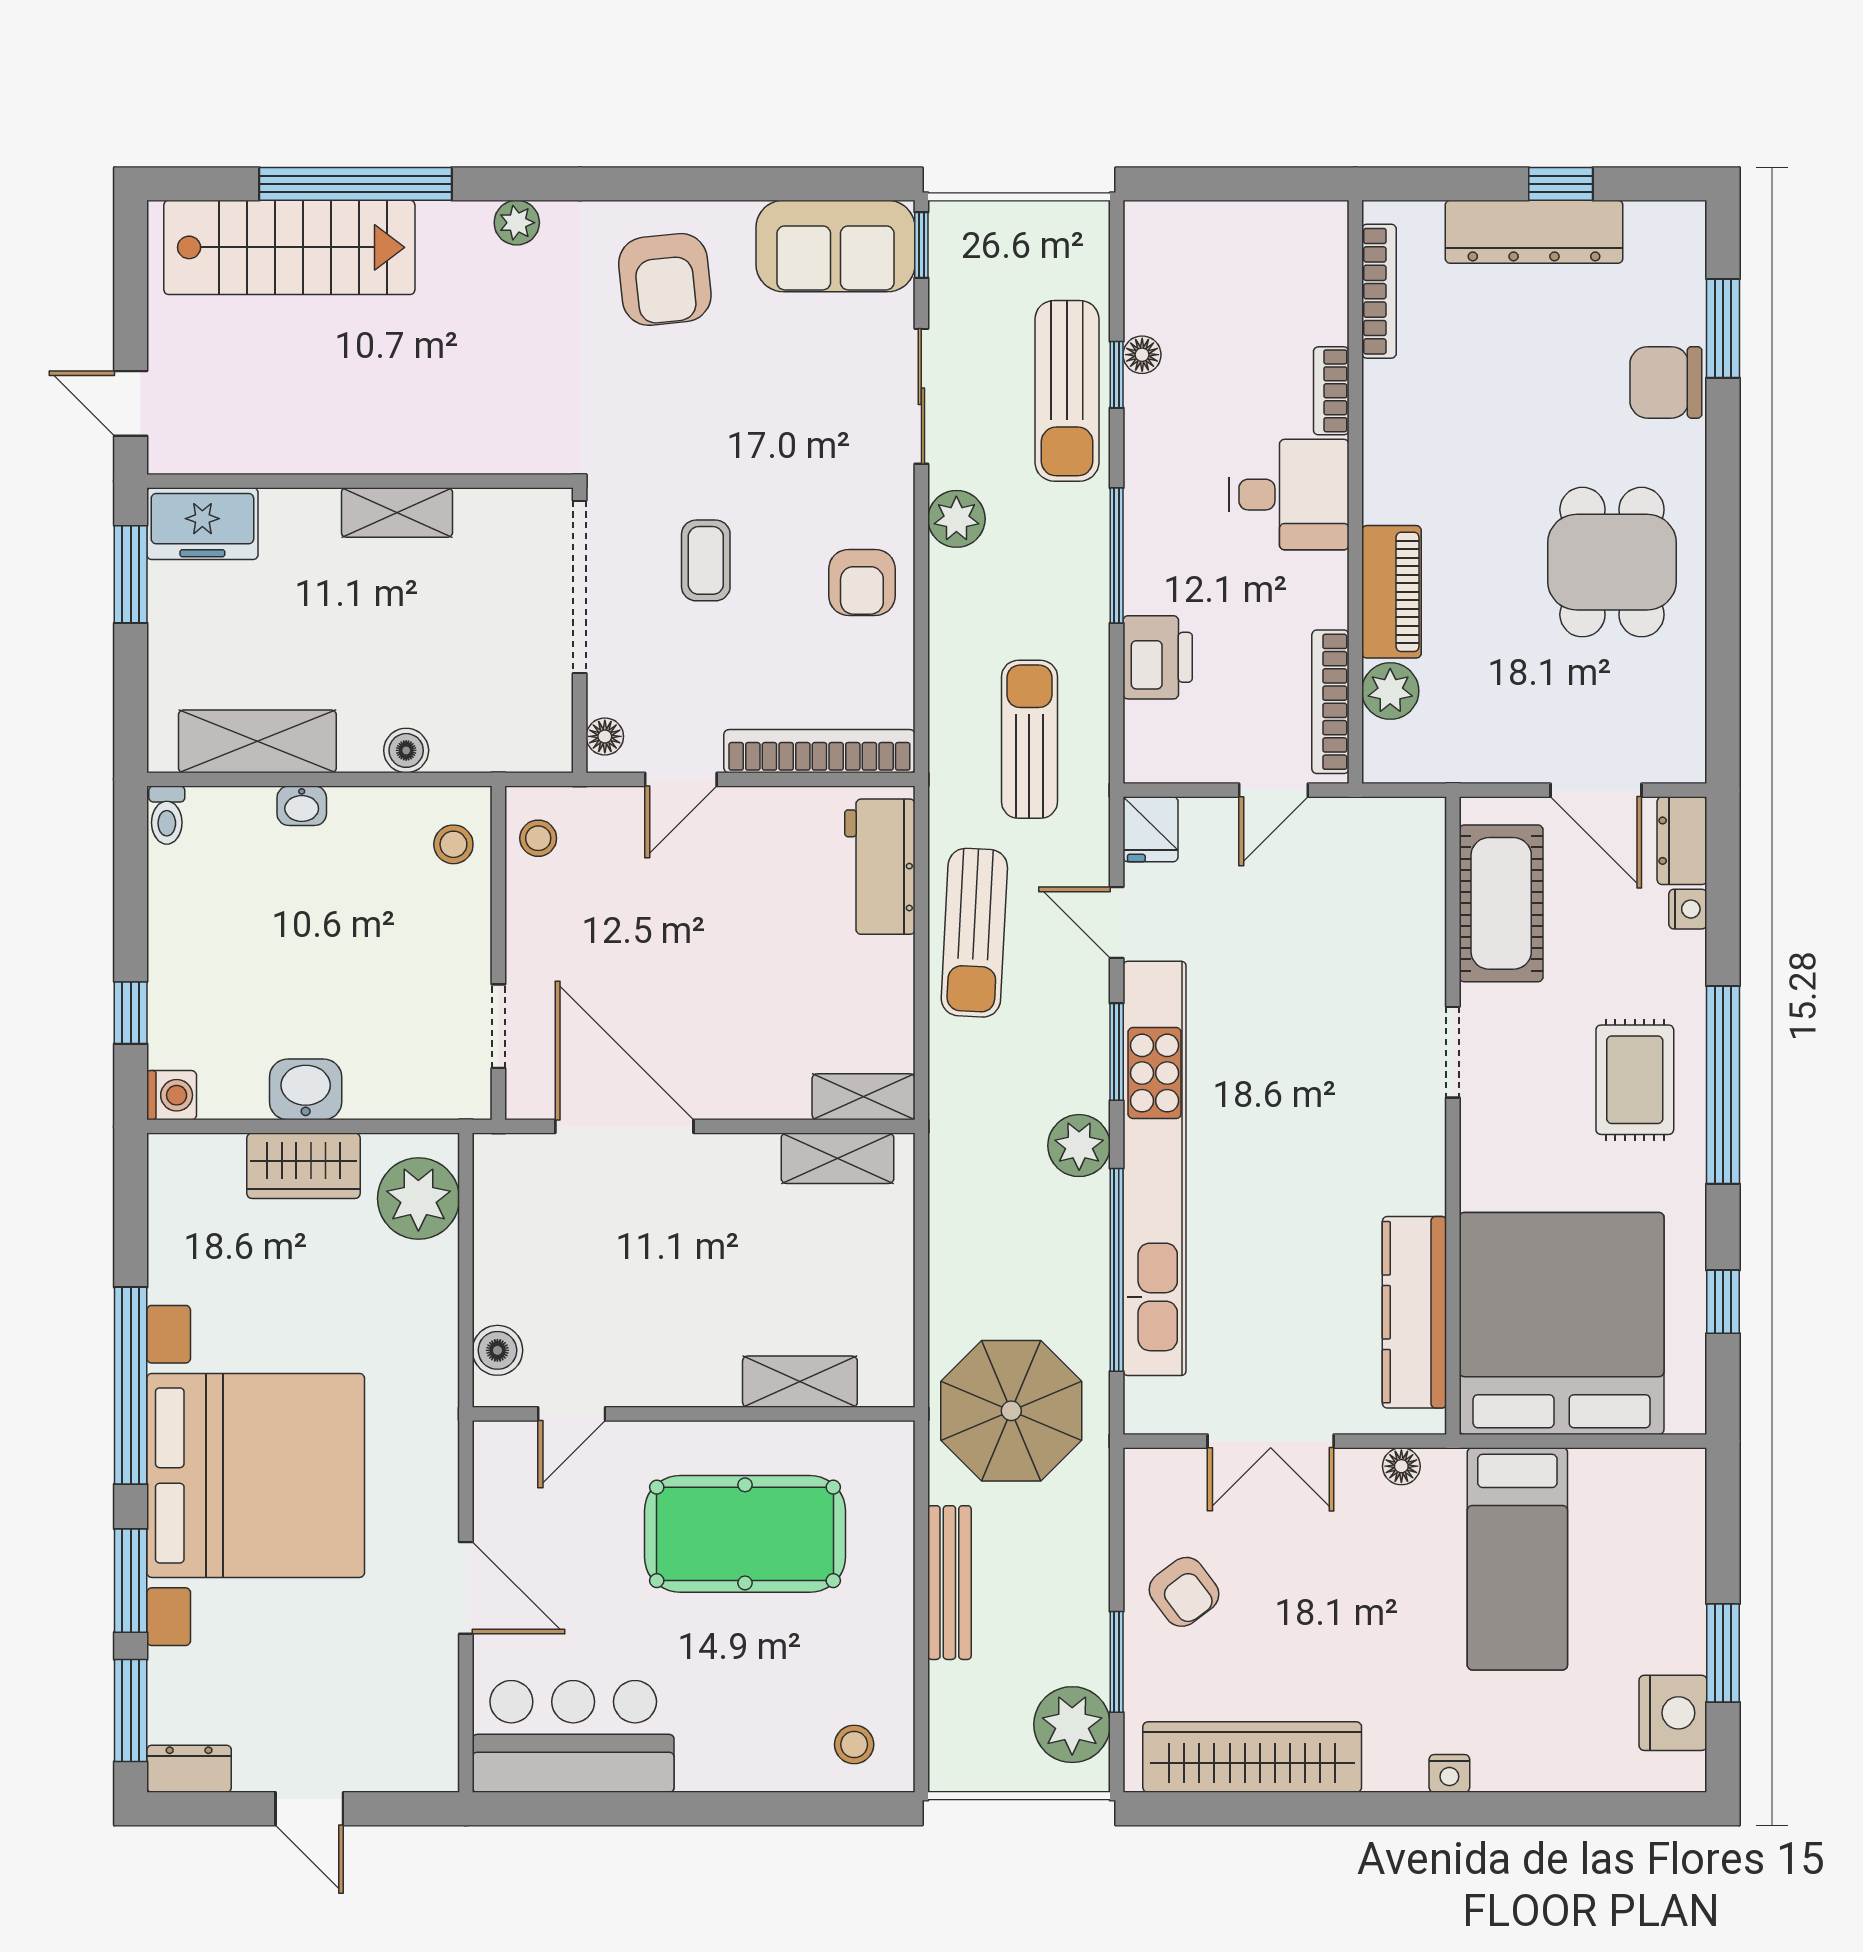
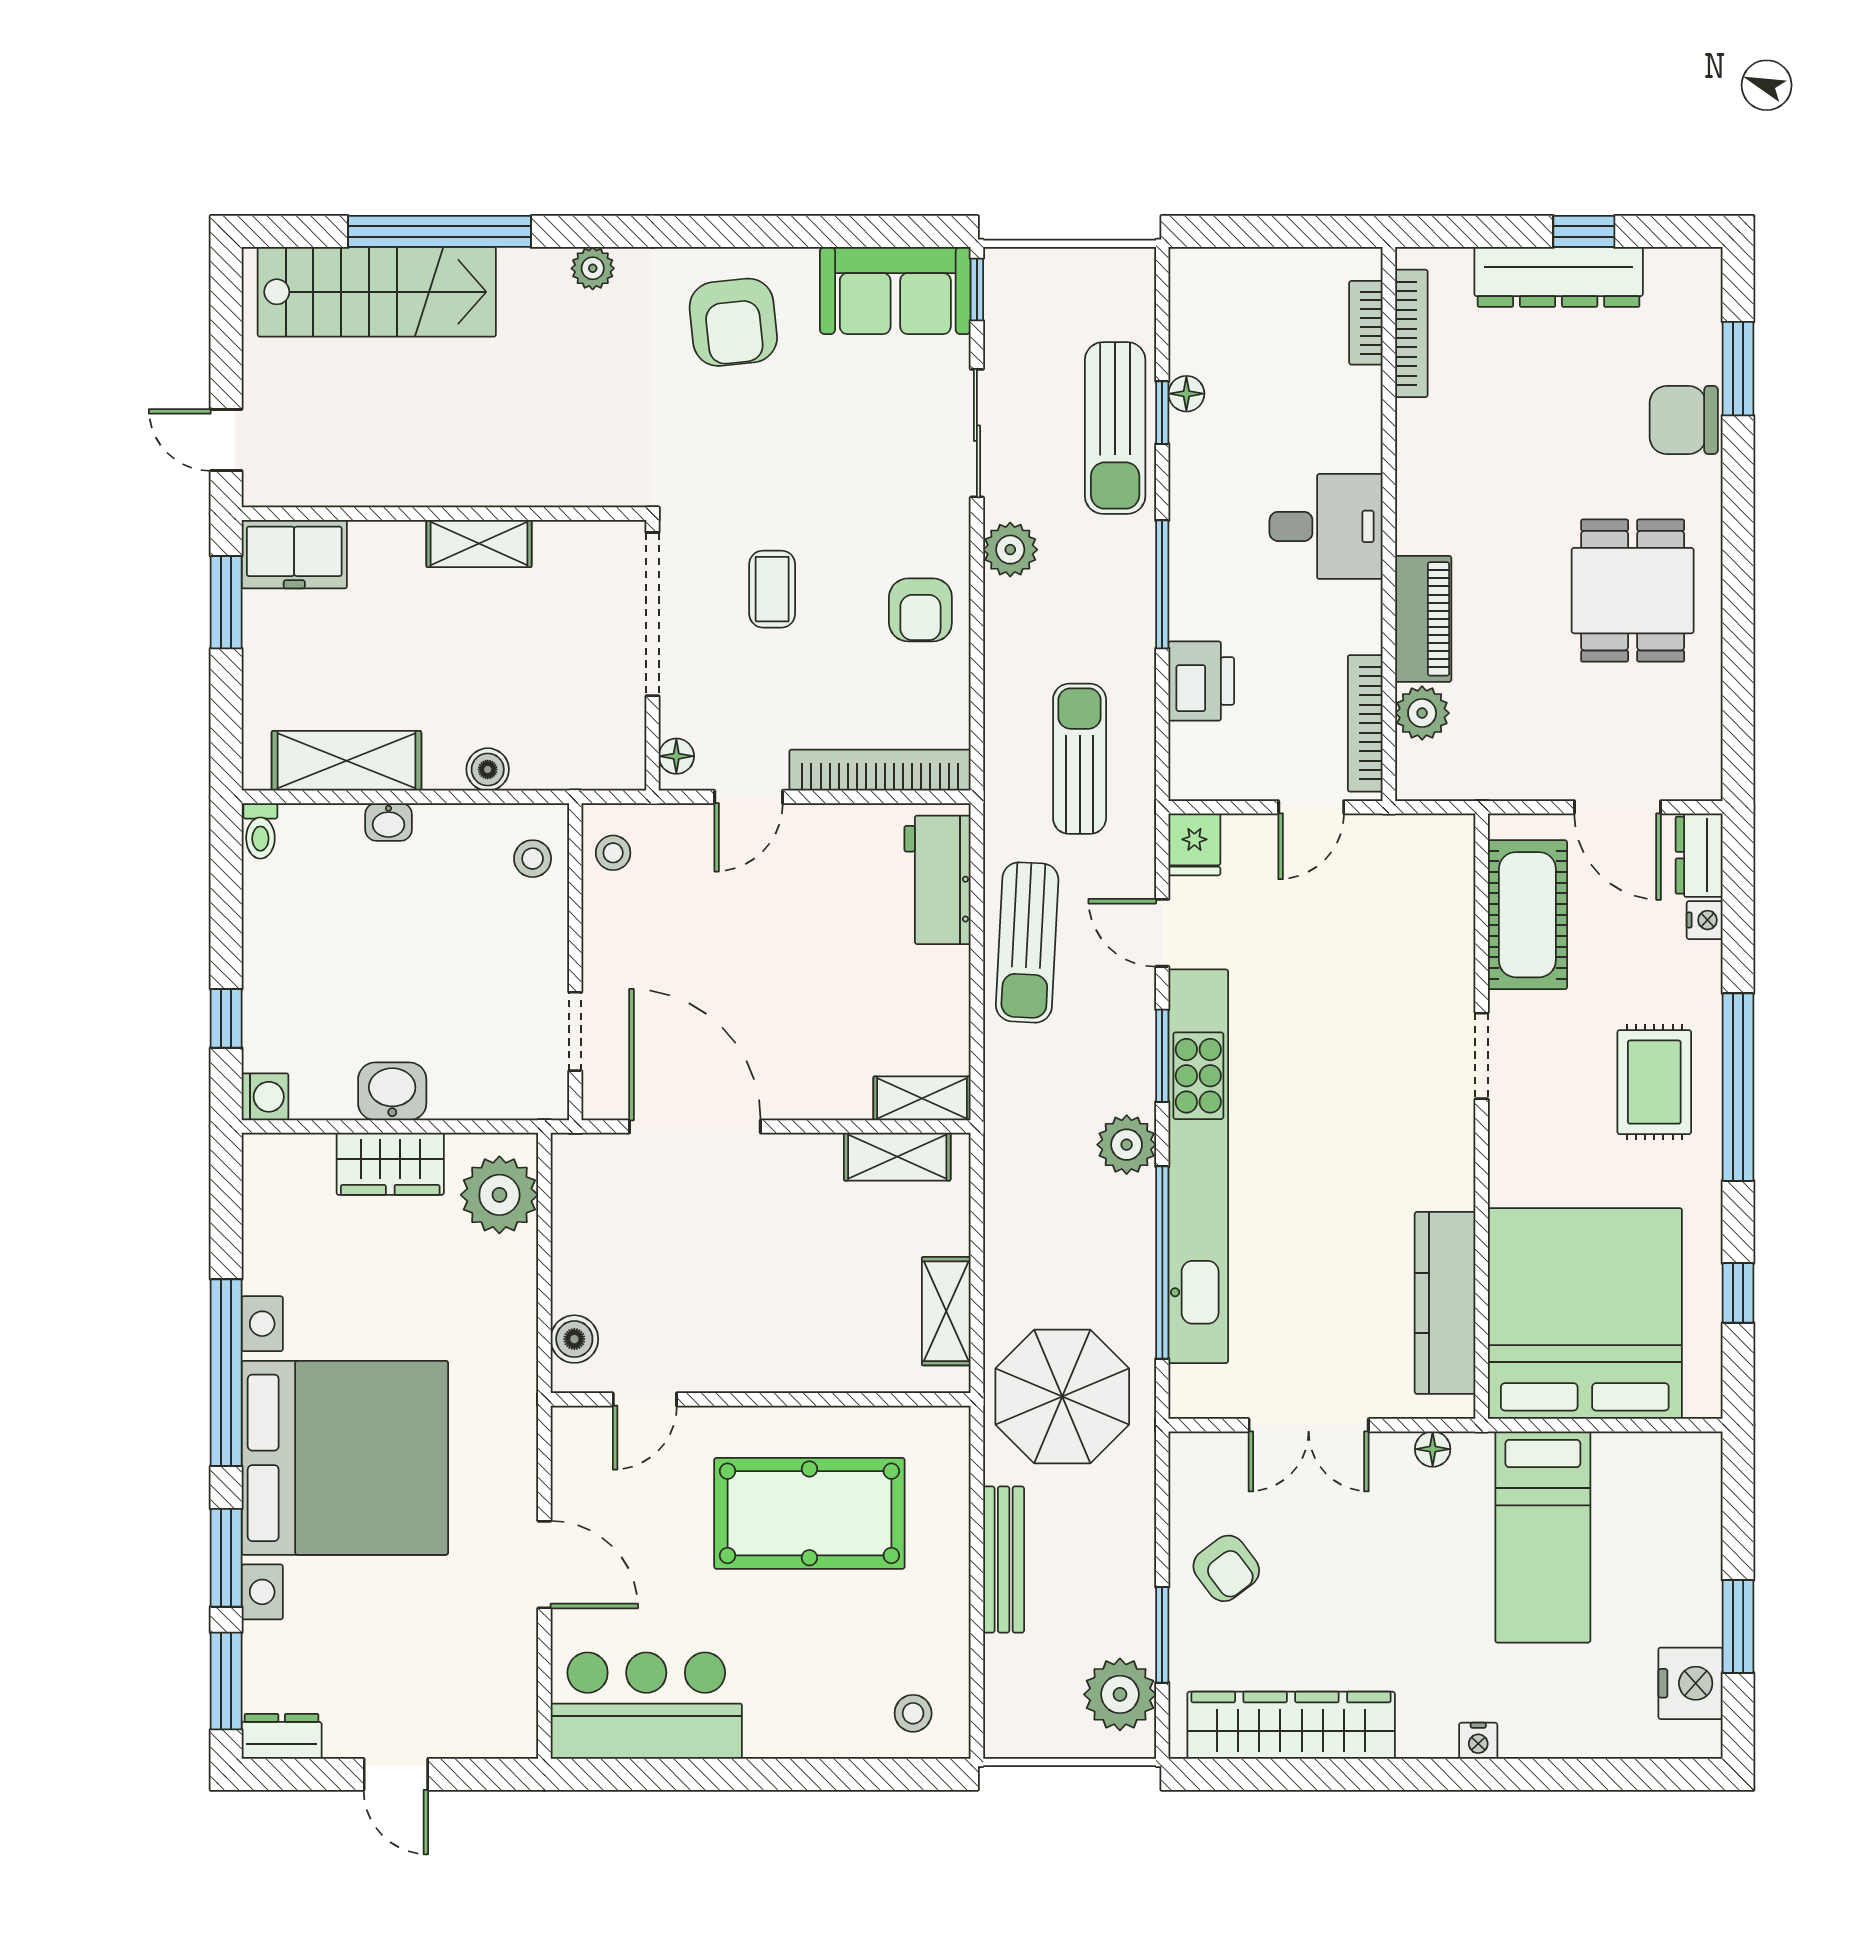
bookcase: (1331, 391) -> (1366, 323), moved
shelving: (800, 1382) -> (946, 1311), moved, turned 90

